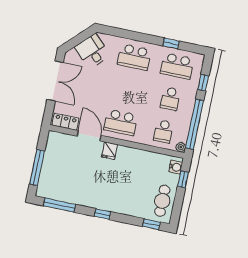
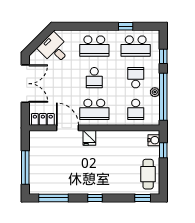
school desk: (128, 90) -> (94, 78), added
school desk: (170, 99) -> (136, 78), turned 180
plant: (181, 147) -> (155, 92), moved

